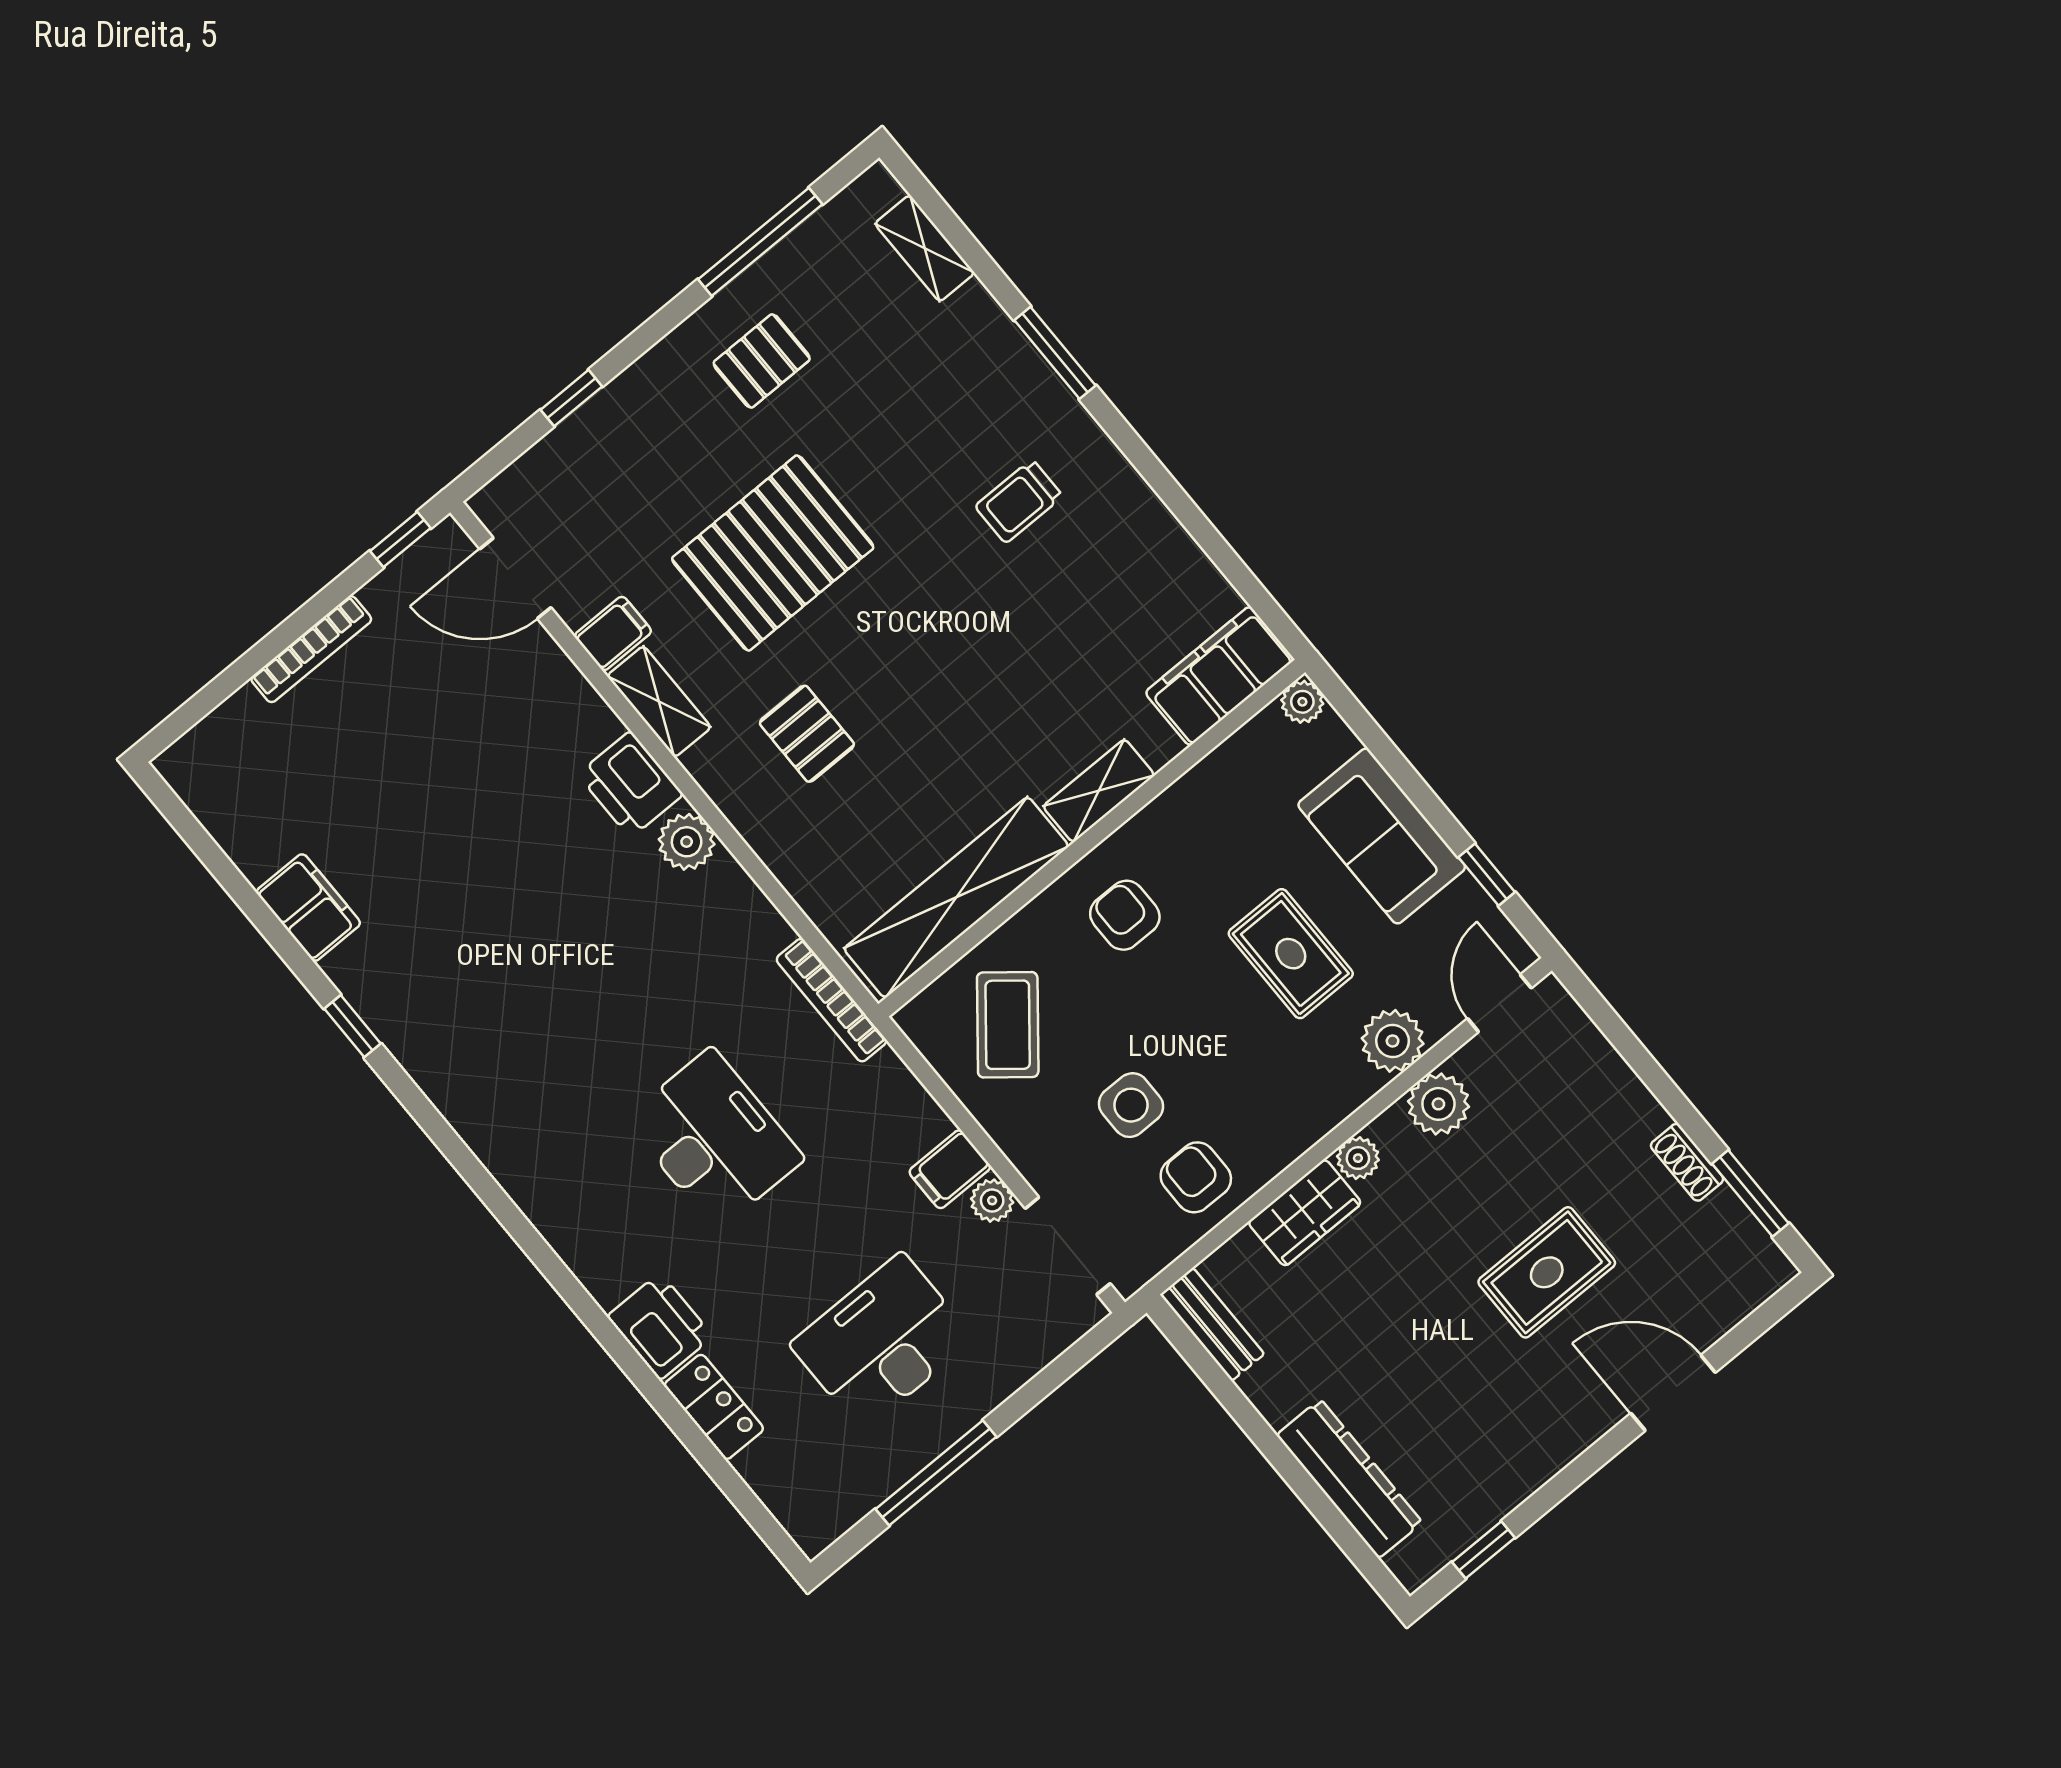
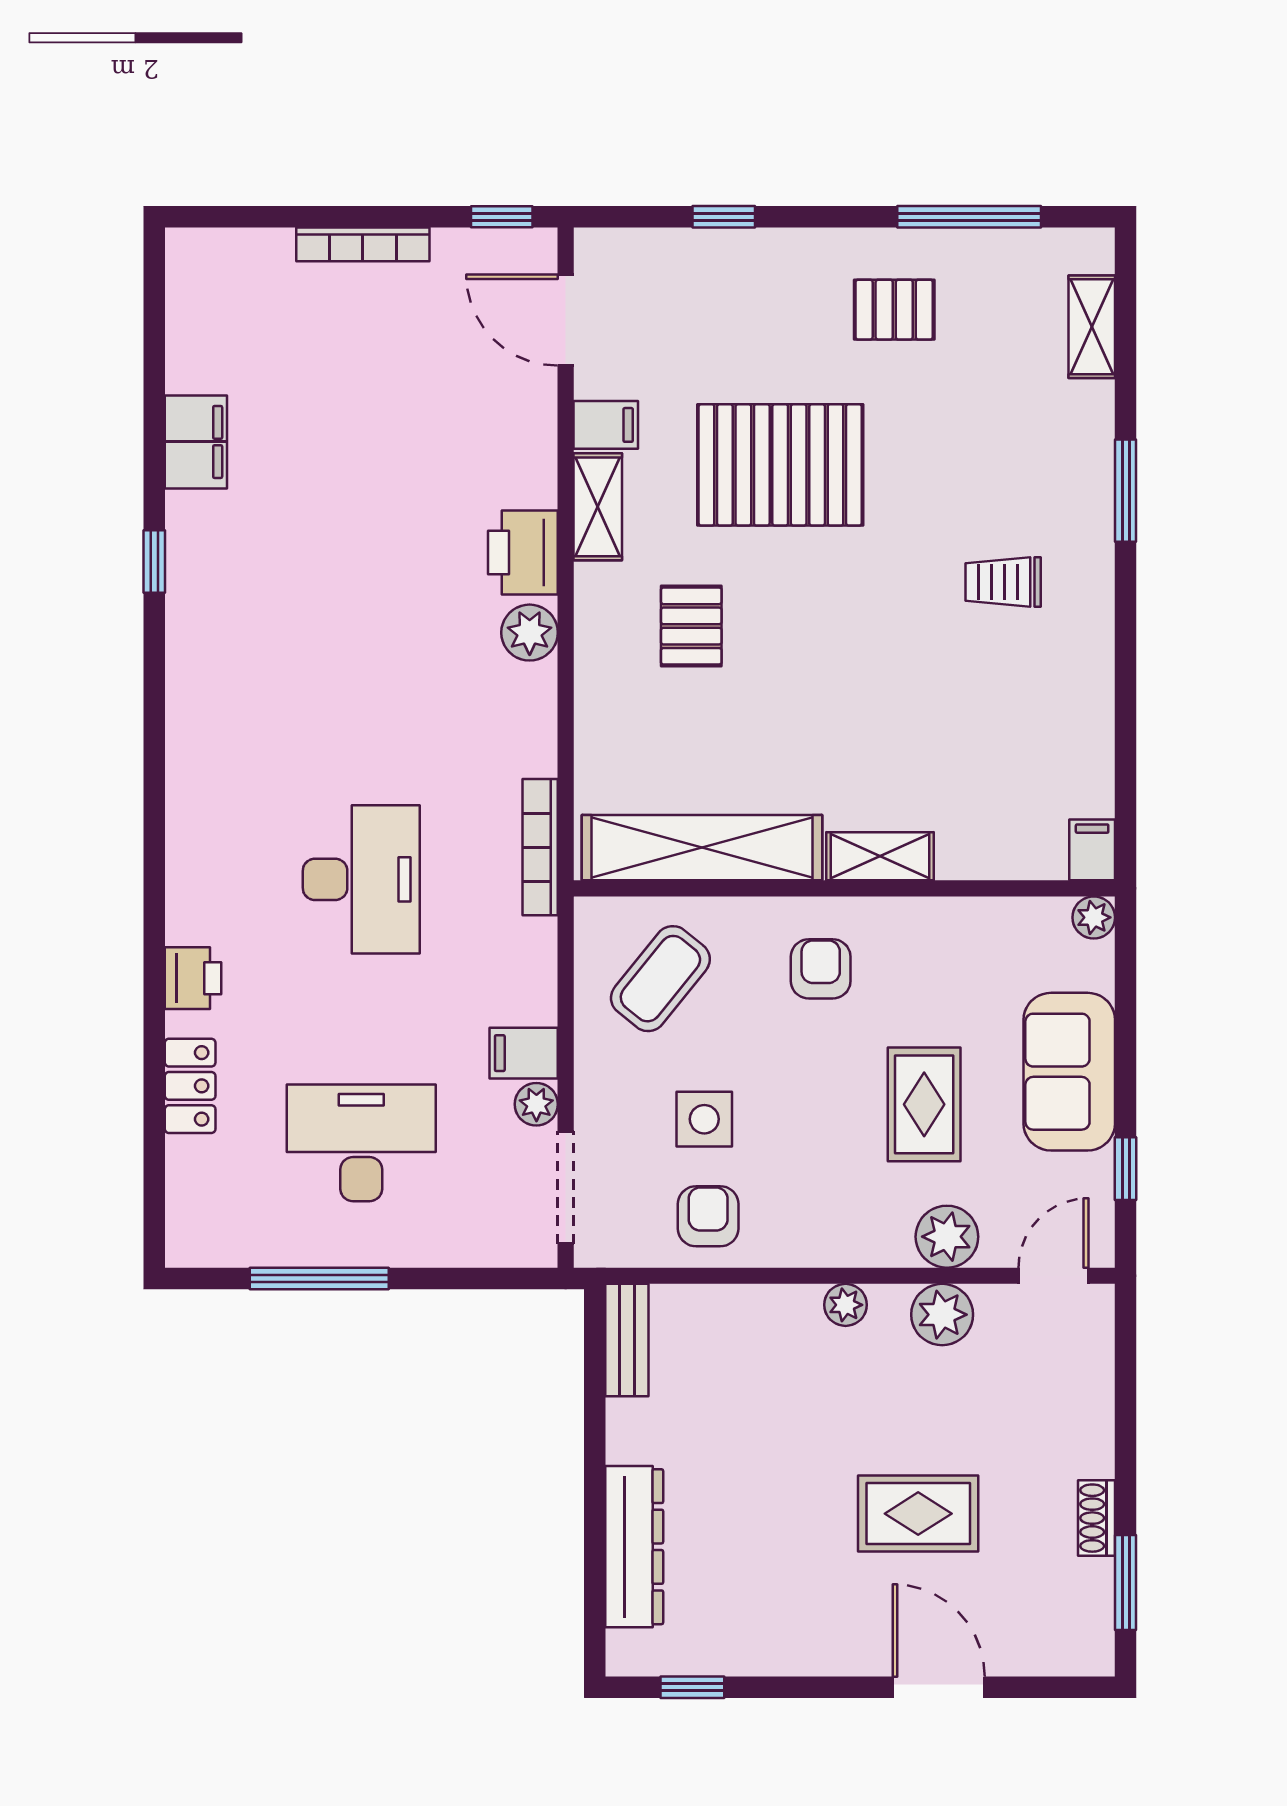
filing cabinet: (1220, 676) -> (1092, 850), width x0.33, depth x0.86
wardrobe: (1305, 1213) -> (770, 1313), removed
printer: (660, 1326) -> (193, 978), width x0.73, depth x0.81

